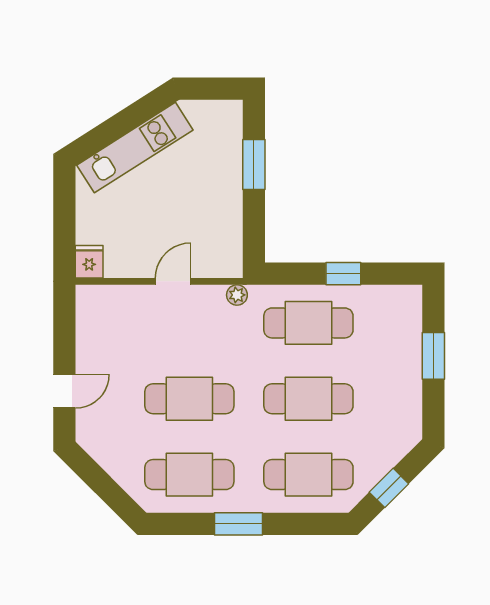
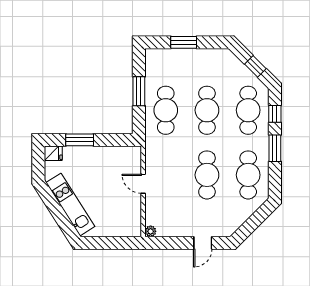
fridge: (89, 262) -> (53, 153), moved, turned 180
window: (343, 274) -> (139, 91), width x1.50
plant: (237, 295) -> (151, 231), moved
door: (64, 391) -> (203, 243), swing flipped
window: (302, 524) -> (275, 114), added

